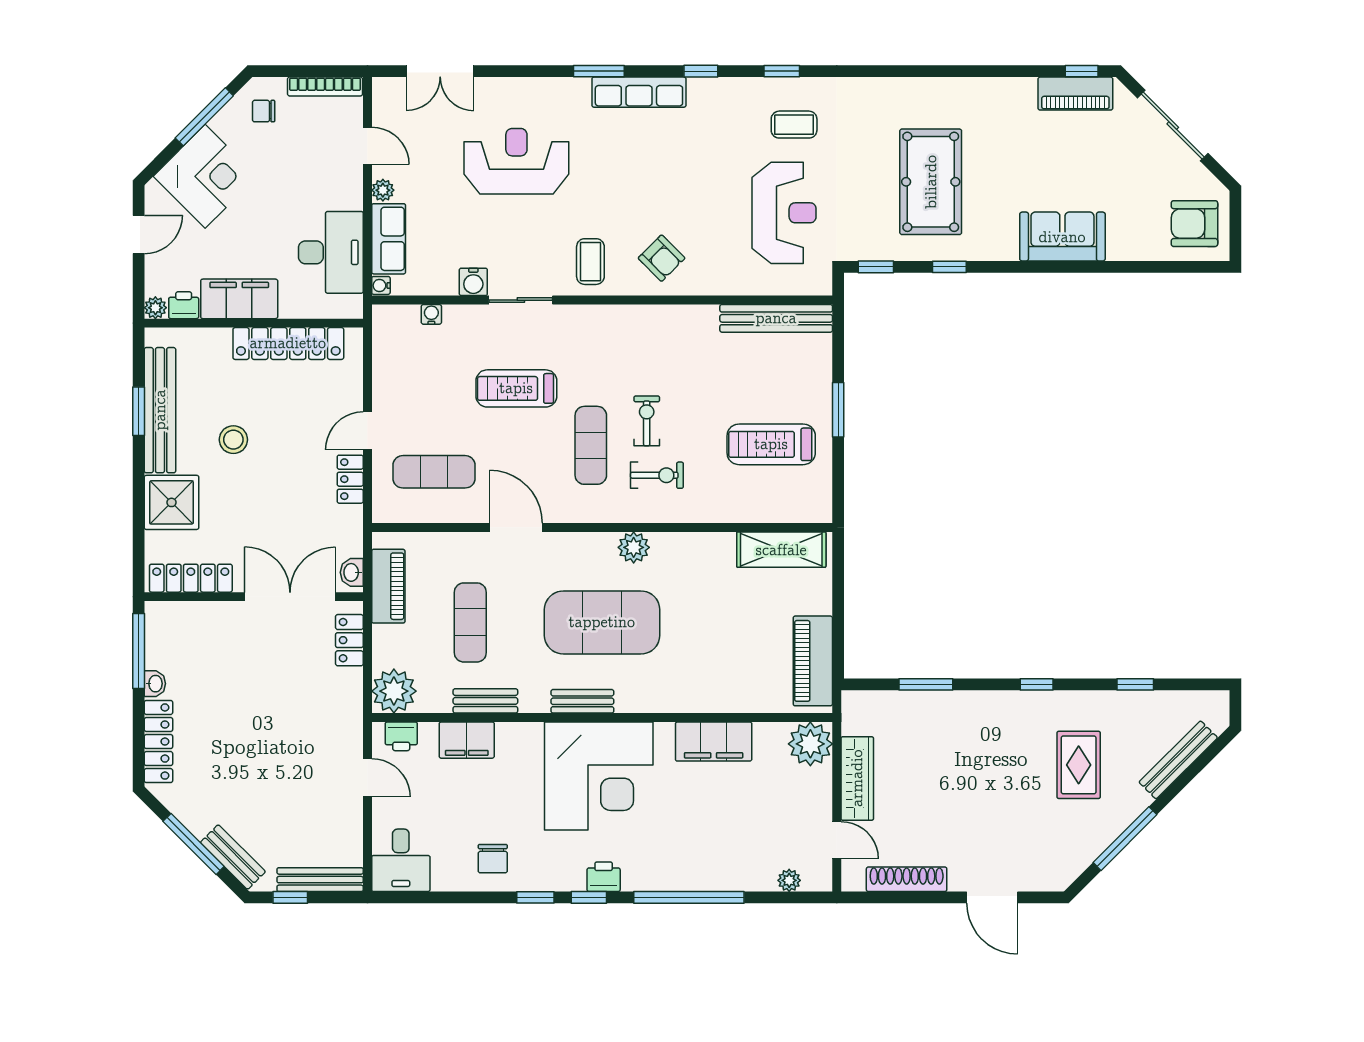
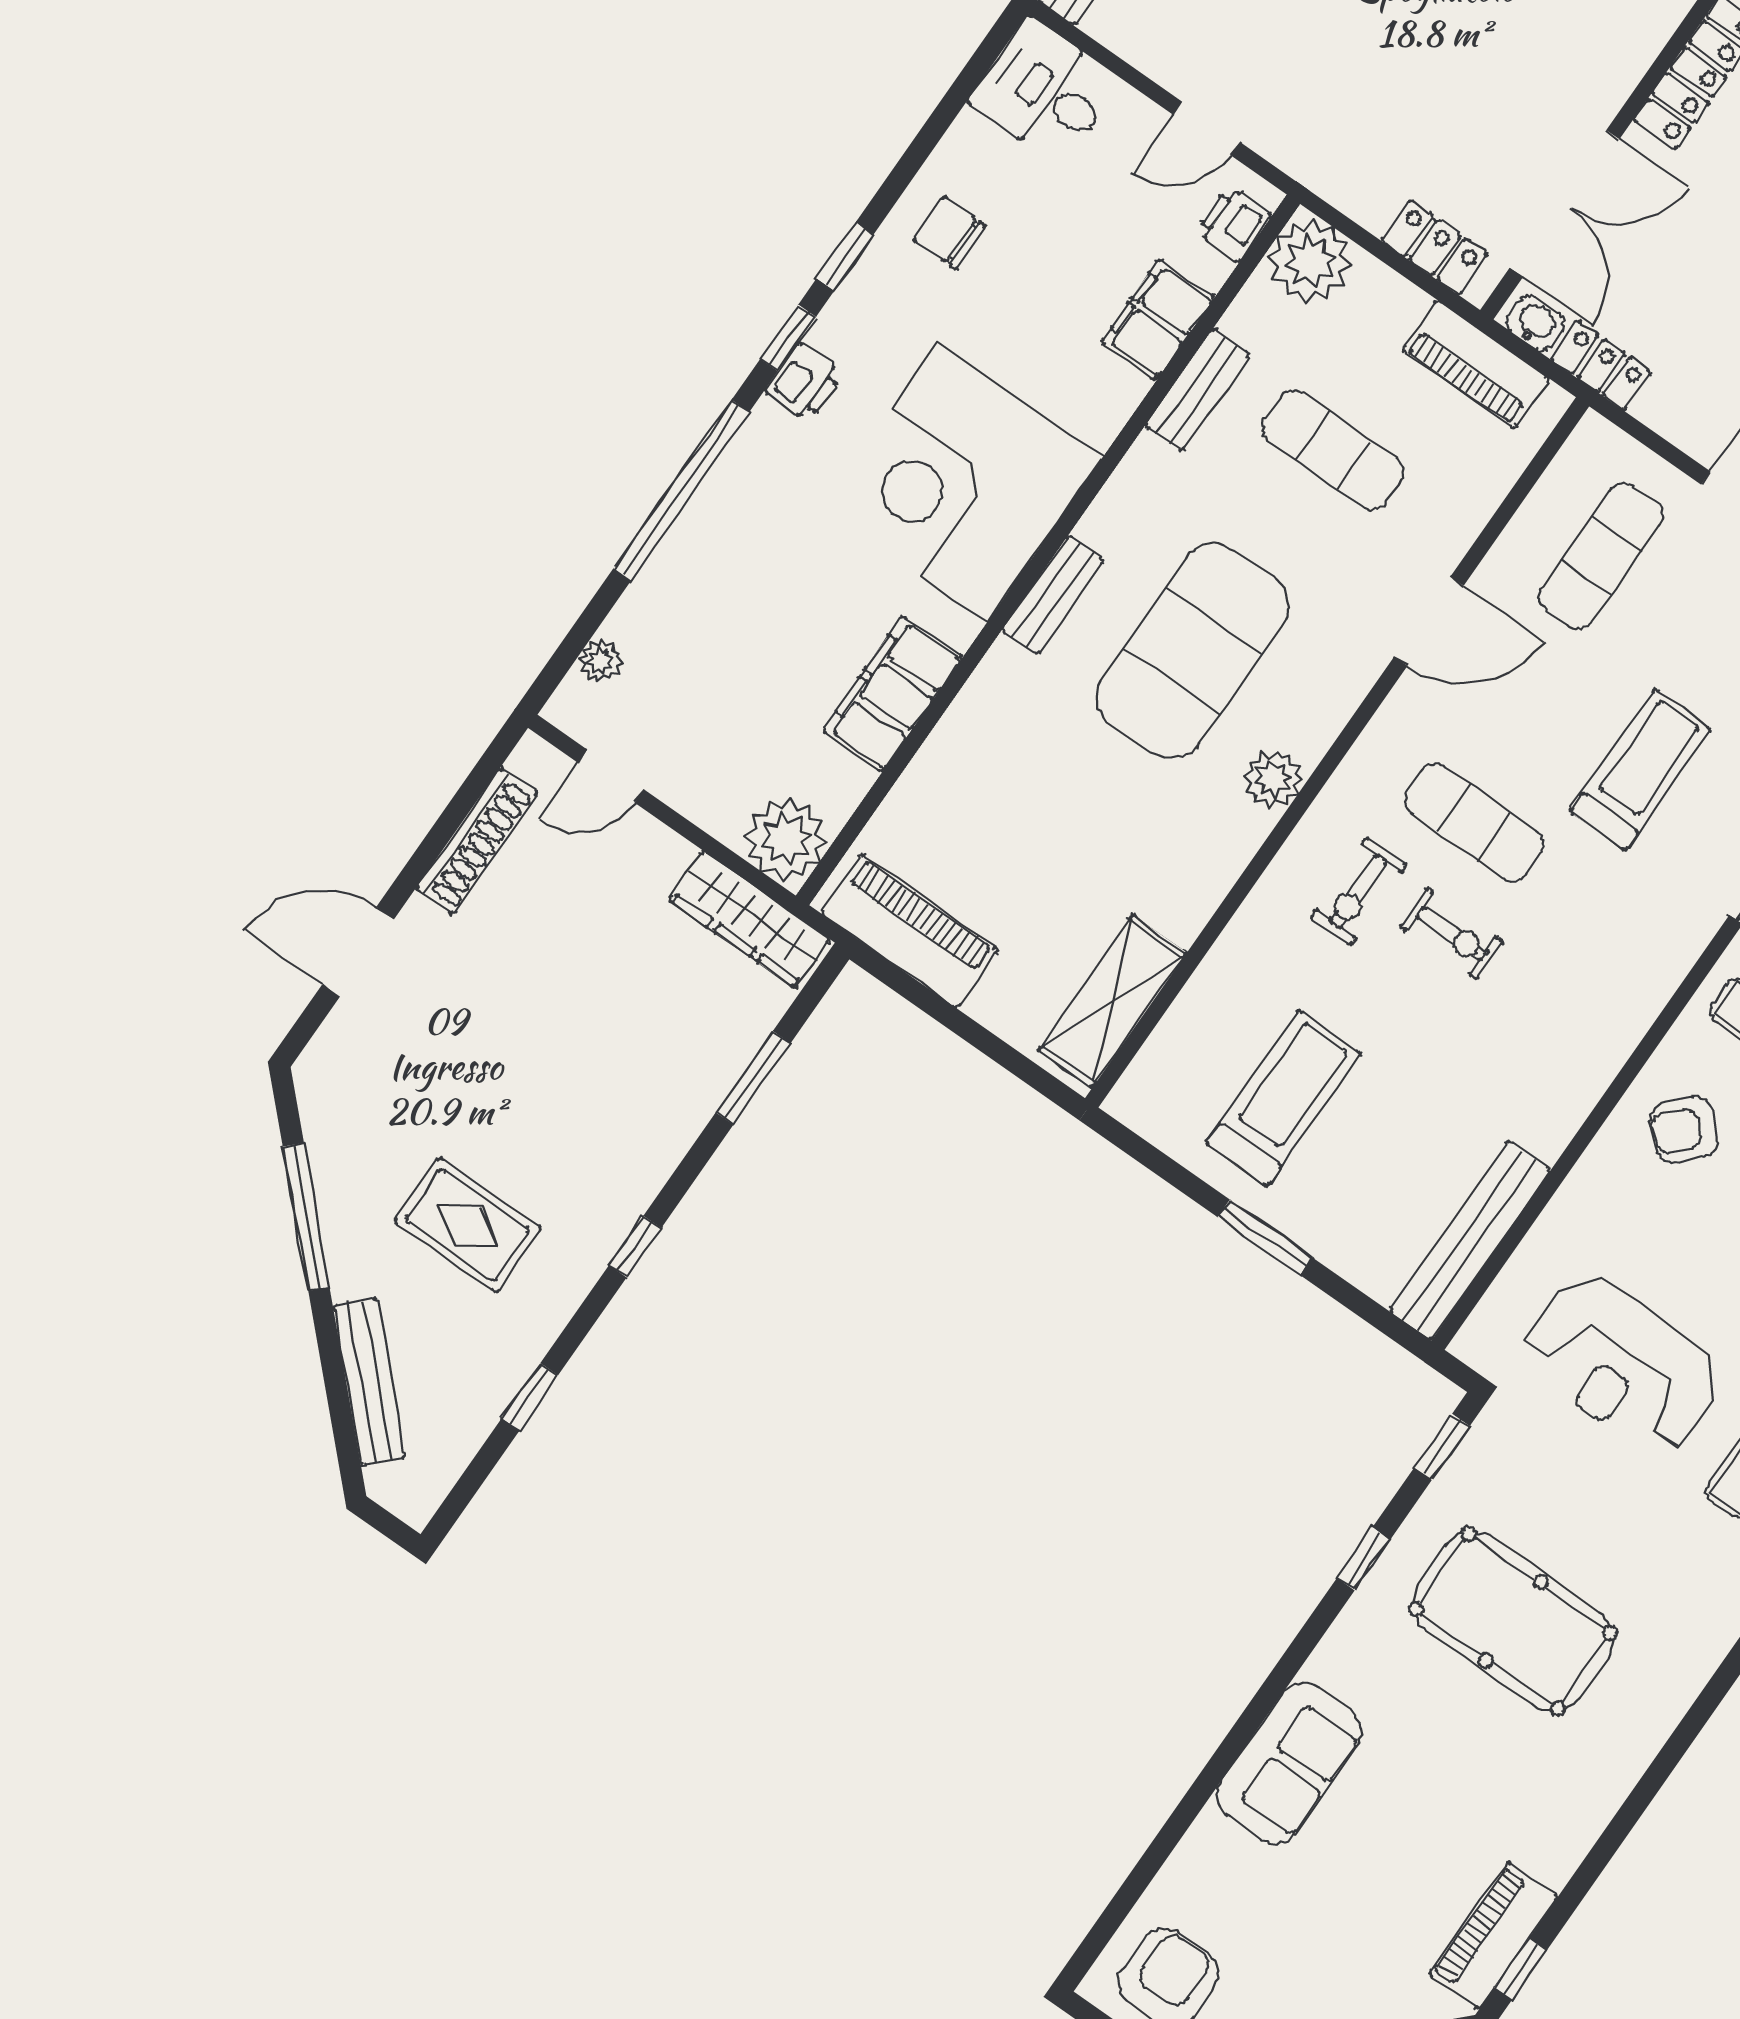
locker: (350, 479) -> (1601, 366), moved
bench: (582, 701) -> (1053, 595), moved
wardrobe: (857, 778) -> (749, 920), moved

